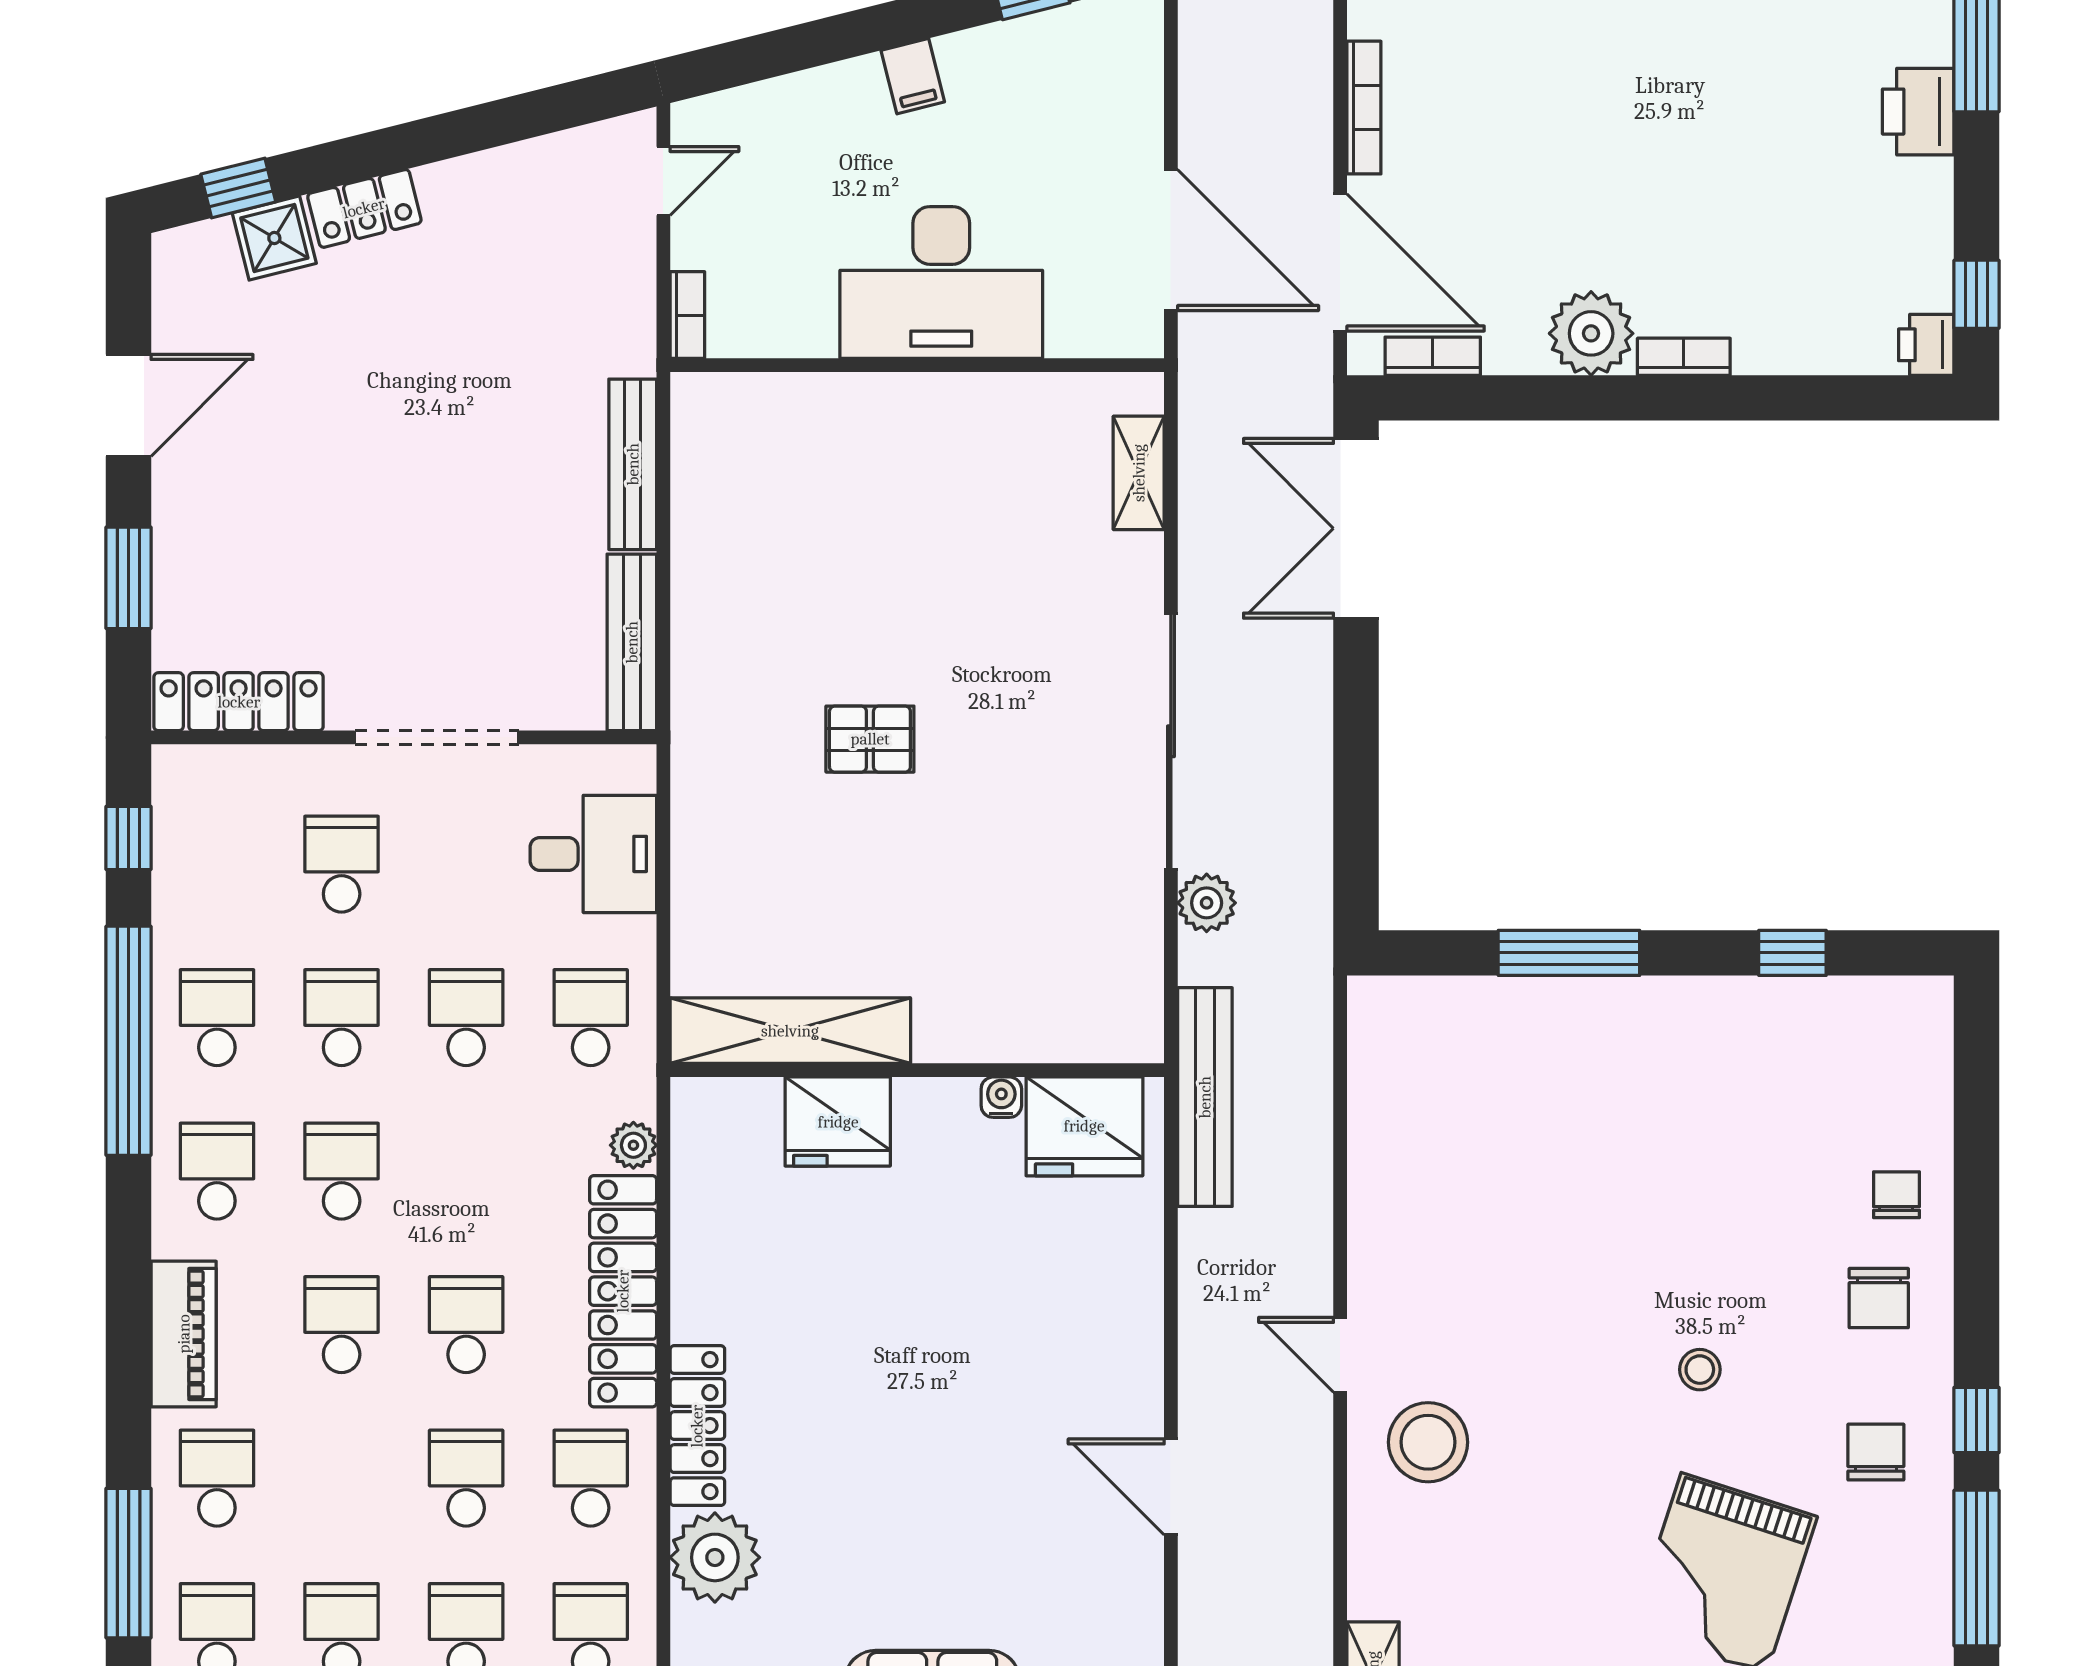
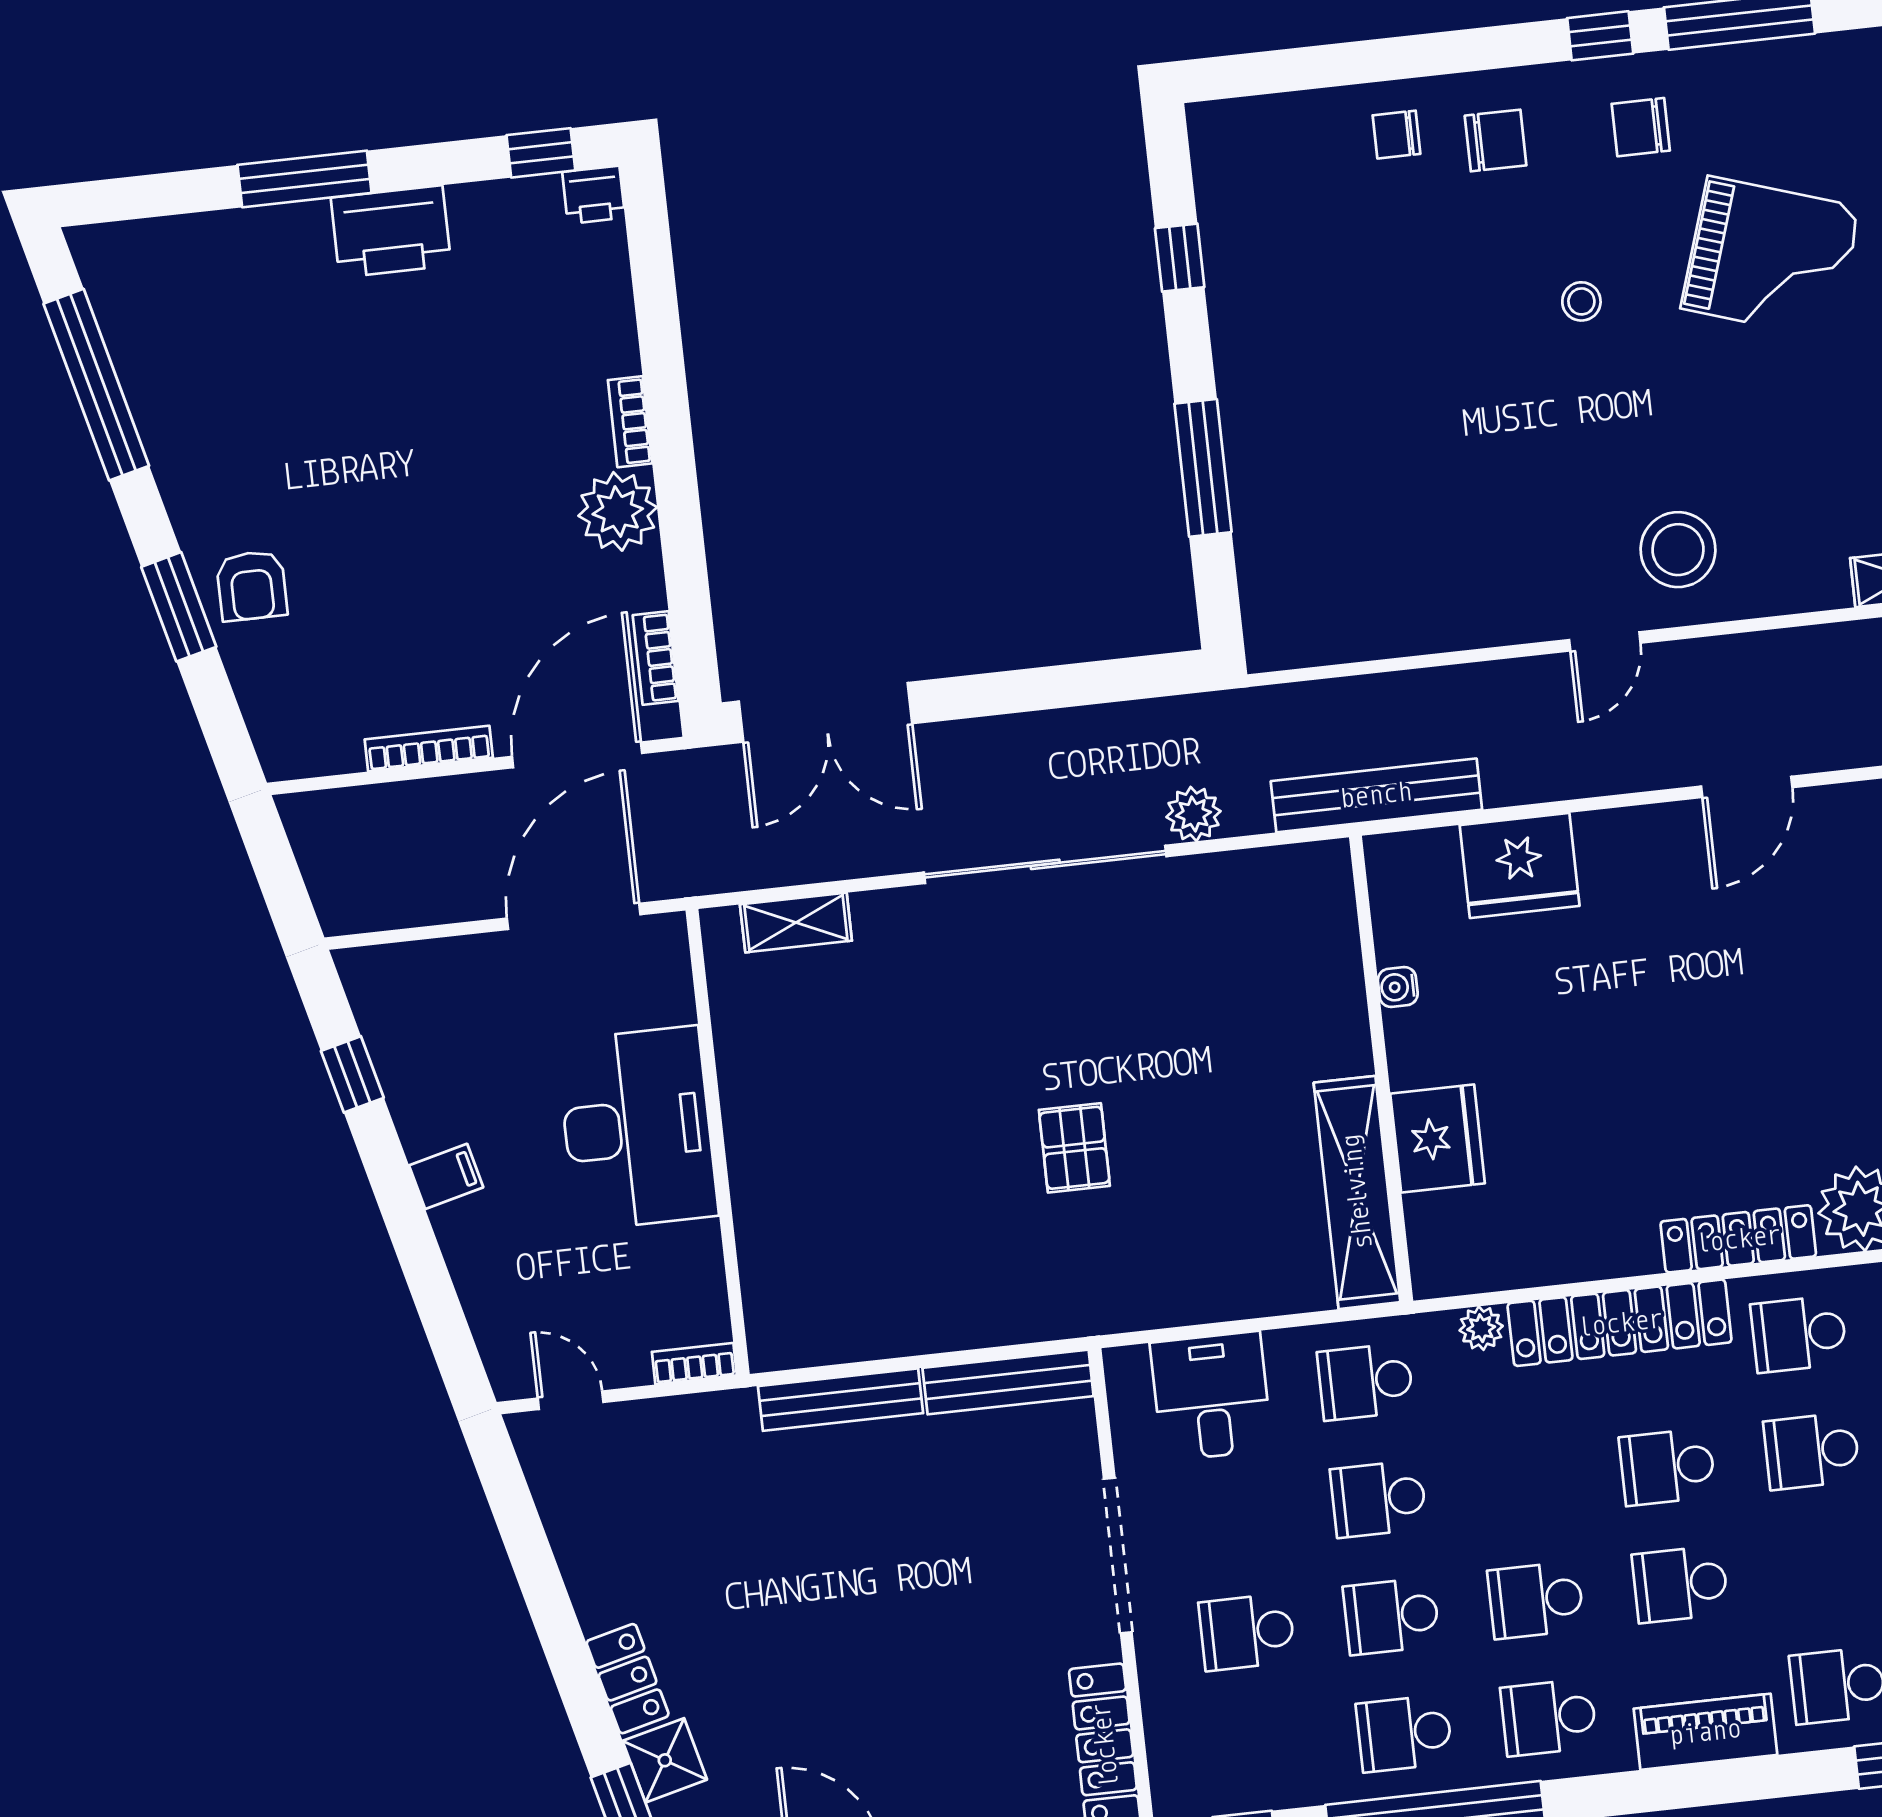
printer: (1918, 112) -> (391, 232), width x1.37, depth x1.19
fridge: (1084, 1126) -> (1520, 865), moved, turned 90

